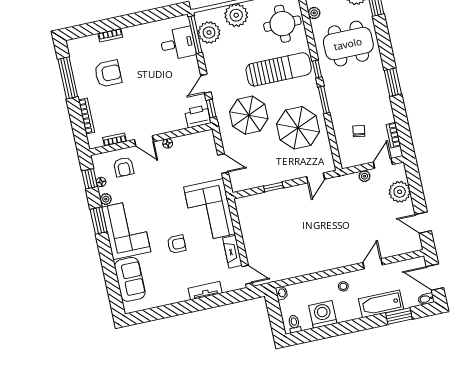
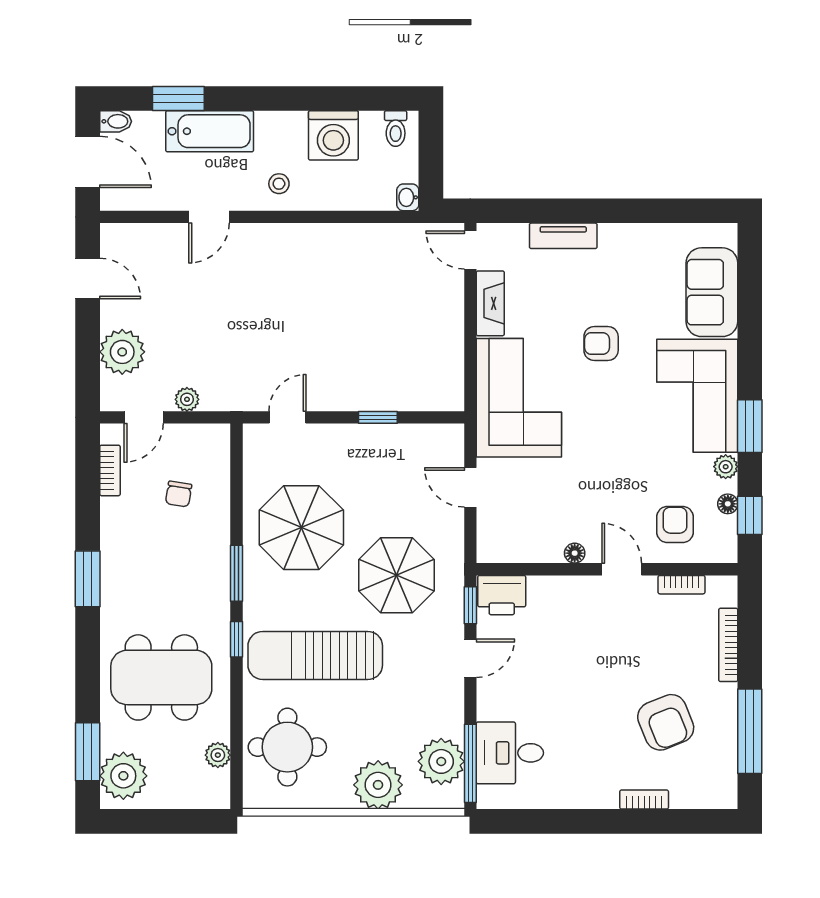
armchair: (108, 74) -> (666, 722), turned -112

